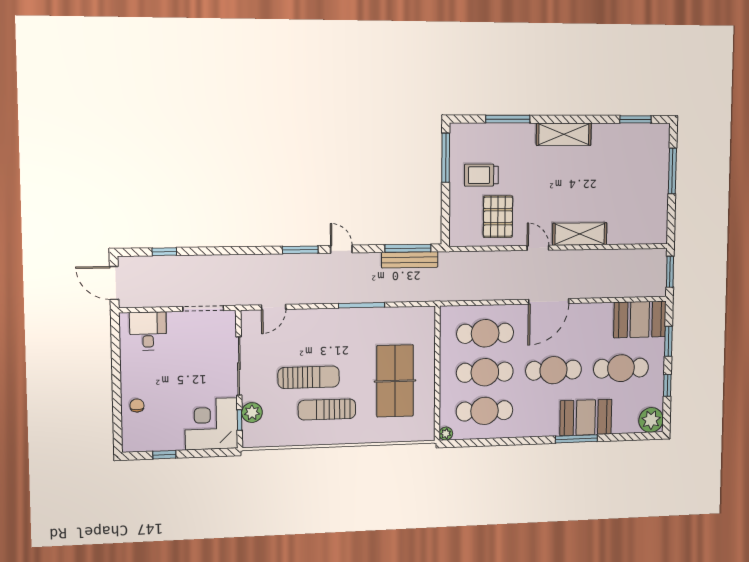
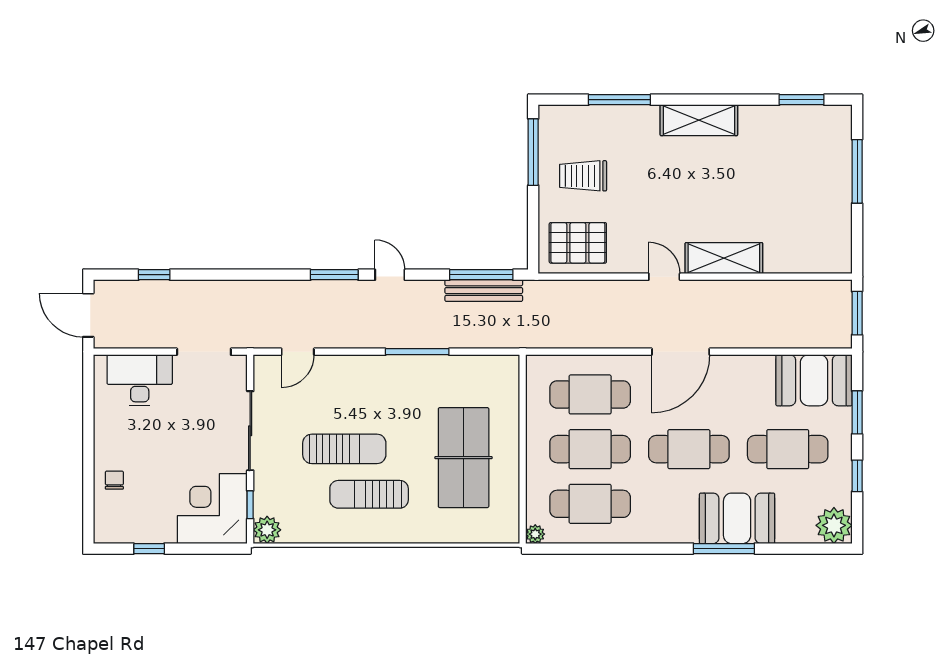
pallet: (498, 217) -> (578, 243), moved, turned 90
desk: (148, 331) -> (140, 380), width x1.37
plant: (252, 413) -> (267, 530), moved

